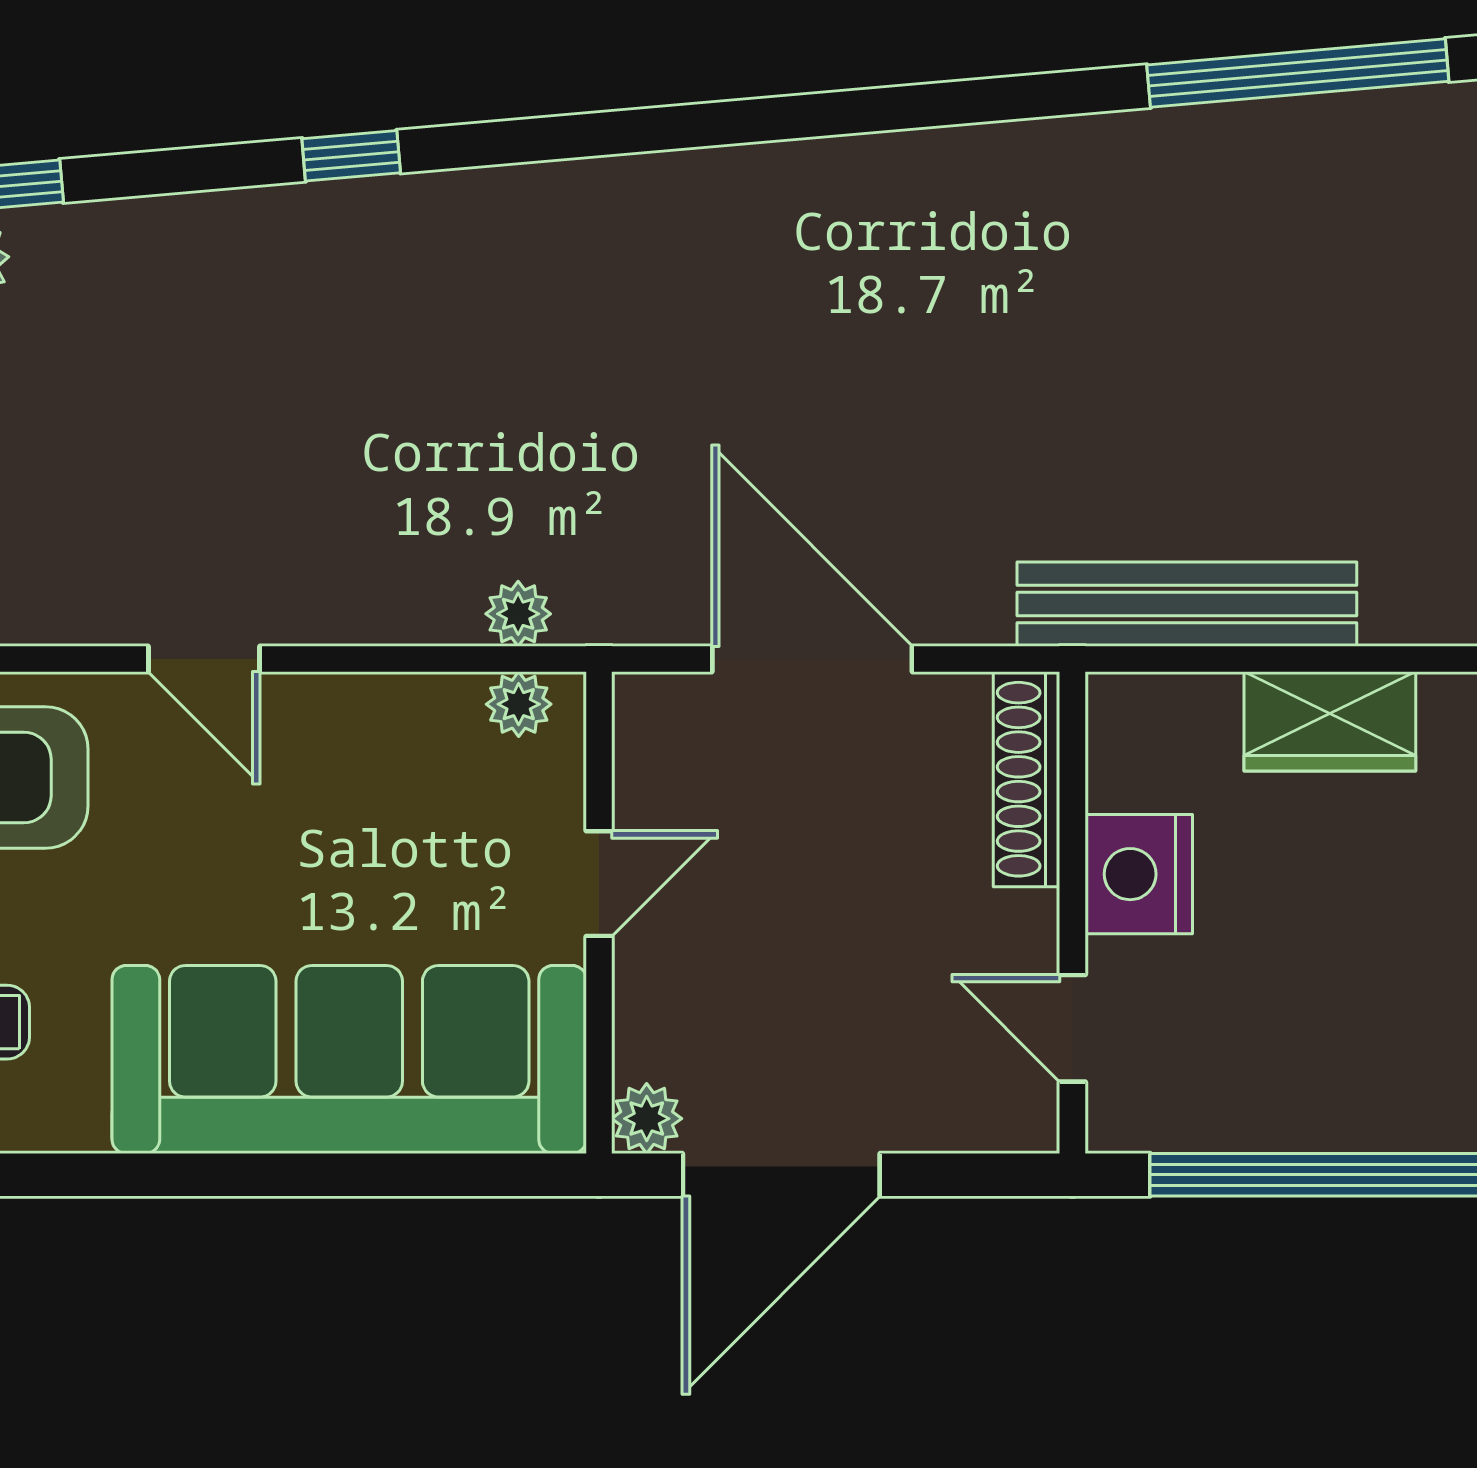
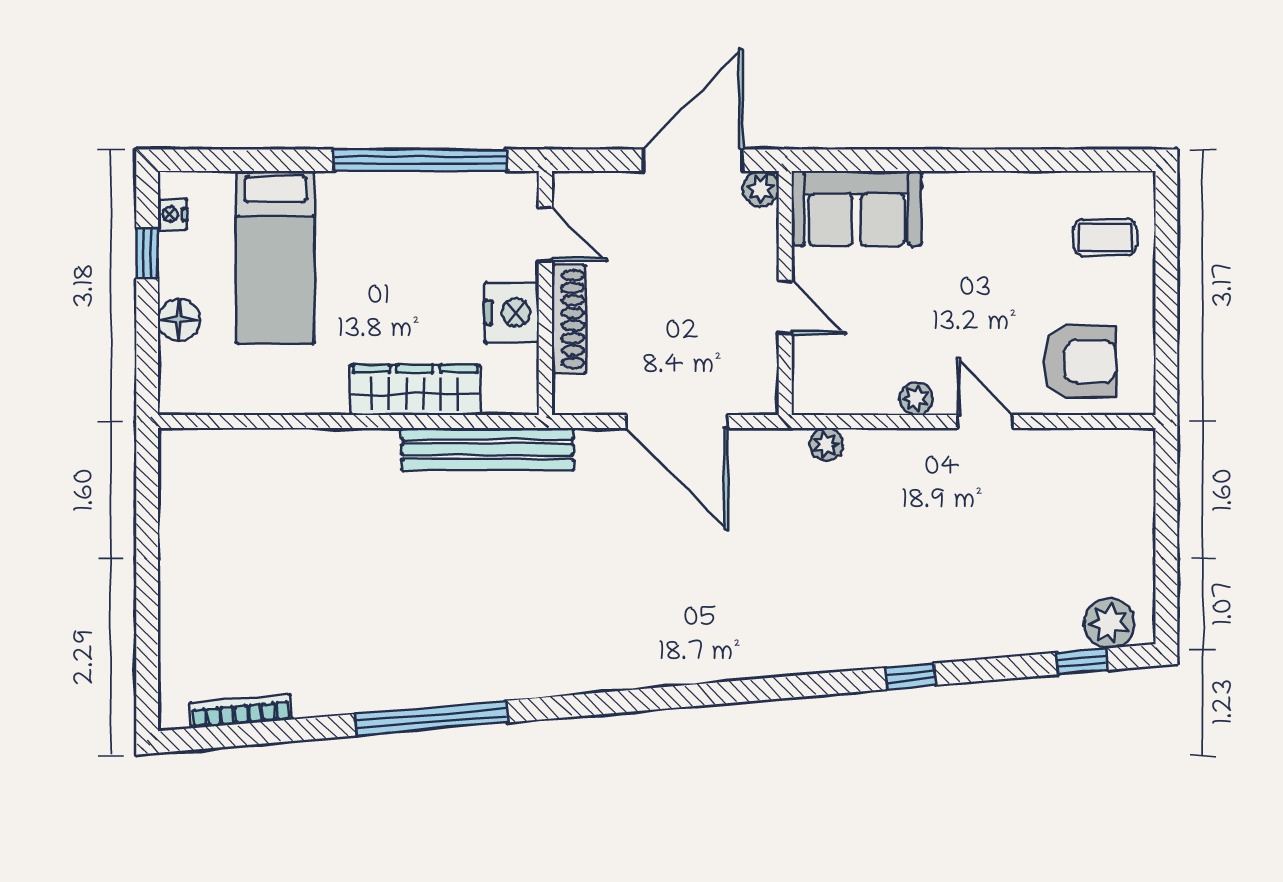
plant: (519, 704) -> (916, 399), moved
wardrobe: (1330, 721) -> (415, 390), width x1.50
shoe rack: (1027, 779) -> (569, 319), moved
door: (599, 884) -> (785, 308), swing flipped
sofa: (349, 1059) -> (857, 208), width x0.54, depth x0.79

